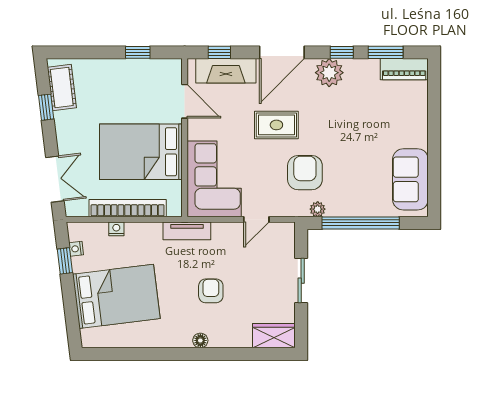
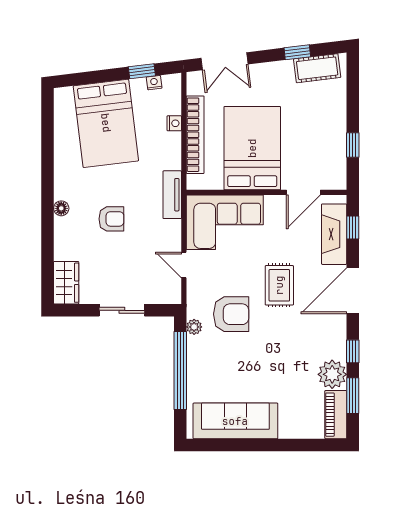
door: (282, 52) -> (353, 291), hinge flipped
plant: (329, 73) -> (332, 374), moved
sofa: (410, 179) -> (235, 421), width x1.36

